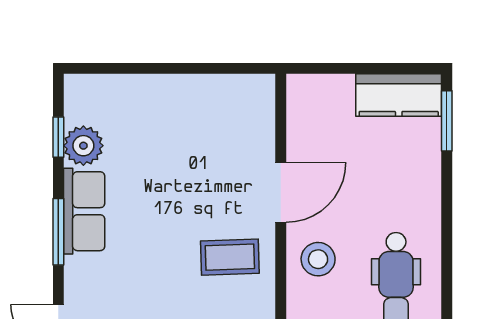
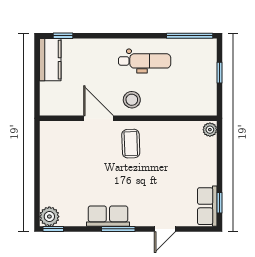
window: (447, 121) -> (63, 36), width x0.67
window: (58, 137) -> (53, 229), moved
plant: (83, 146) -> (49, 217), moved

